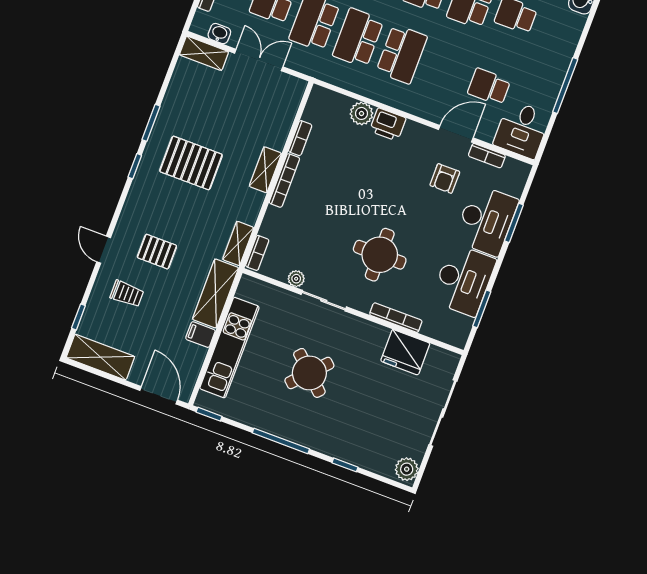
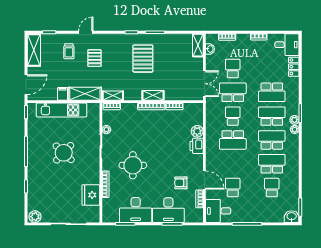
school desk: (358, 38) -> (233, 116), width x0.54
double door: (259, 60) -> (204, 84), moved

